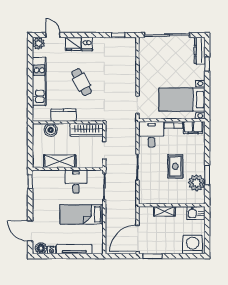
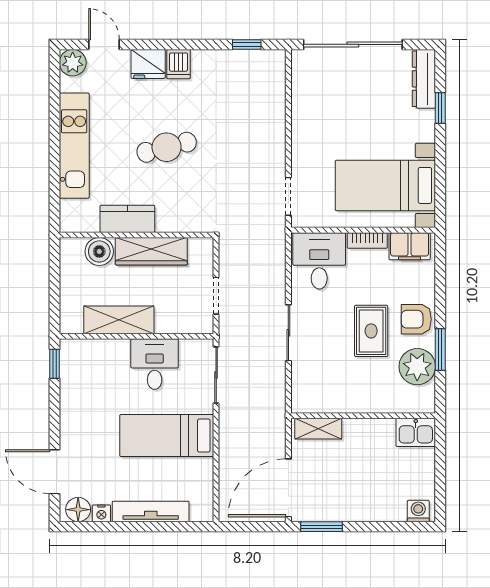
cafe table: (82, 82) -> (167, 147), turned -76
wardrobe: (87, 130) -> (151, 251), moved
armchair: (196, 161) -> (416, 319), added
shelving: (164, 211) -> (318, 429), moved
washing machine: (193, 245) -> (418, 511), width x0.53, depth x0.53

